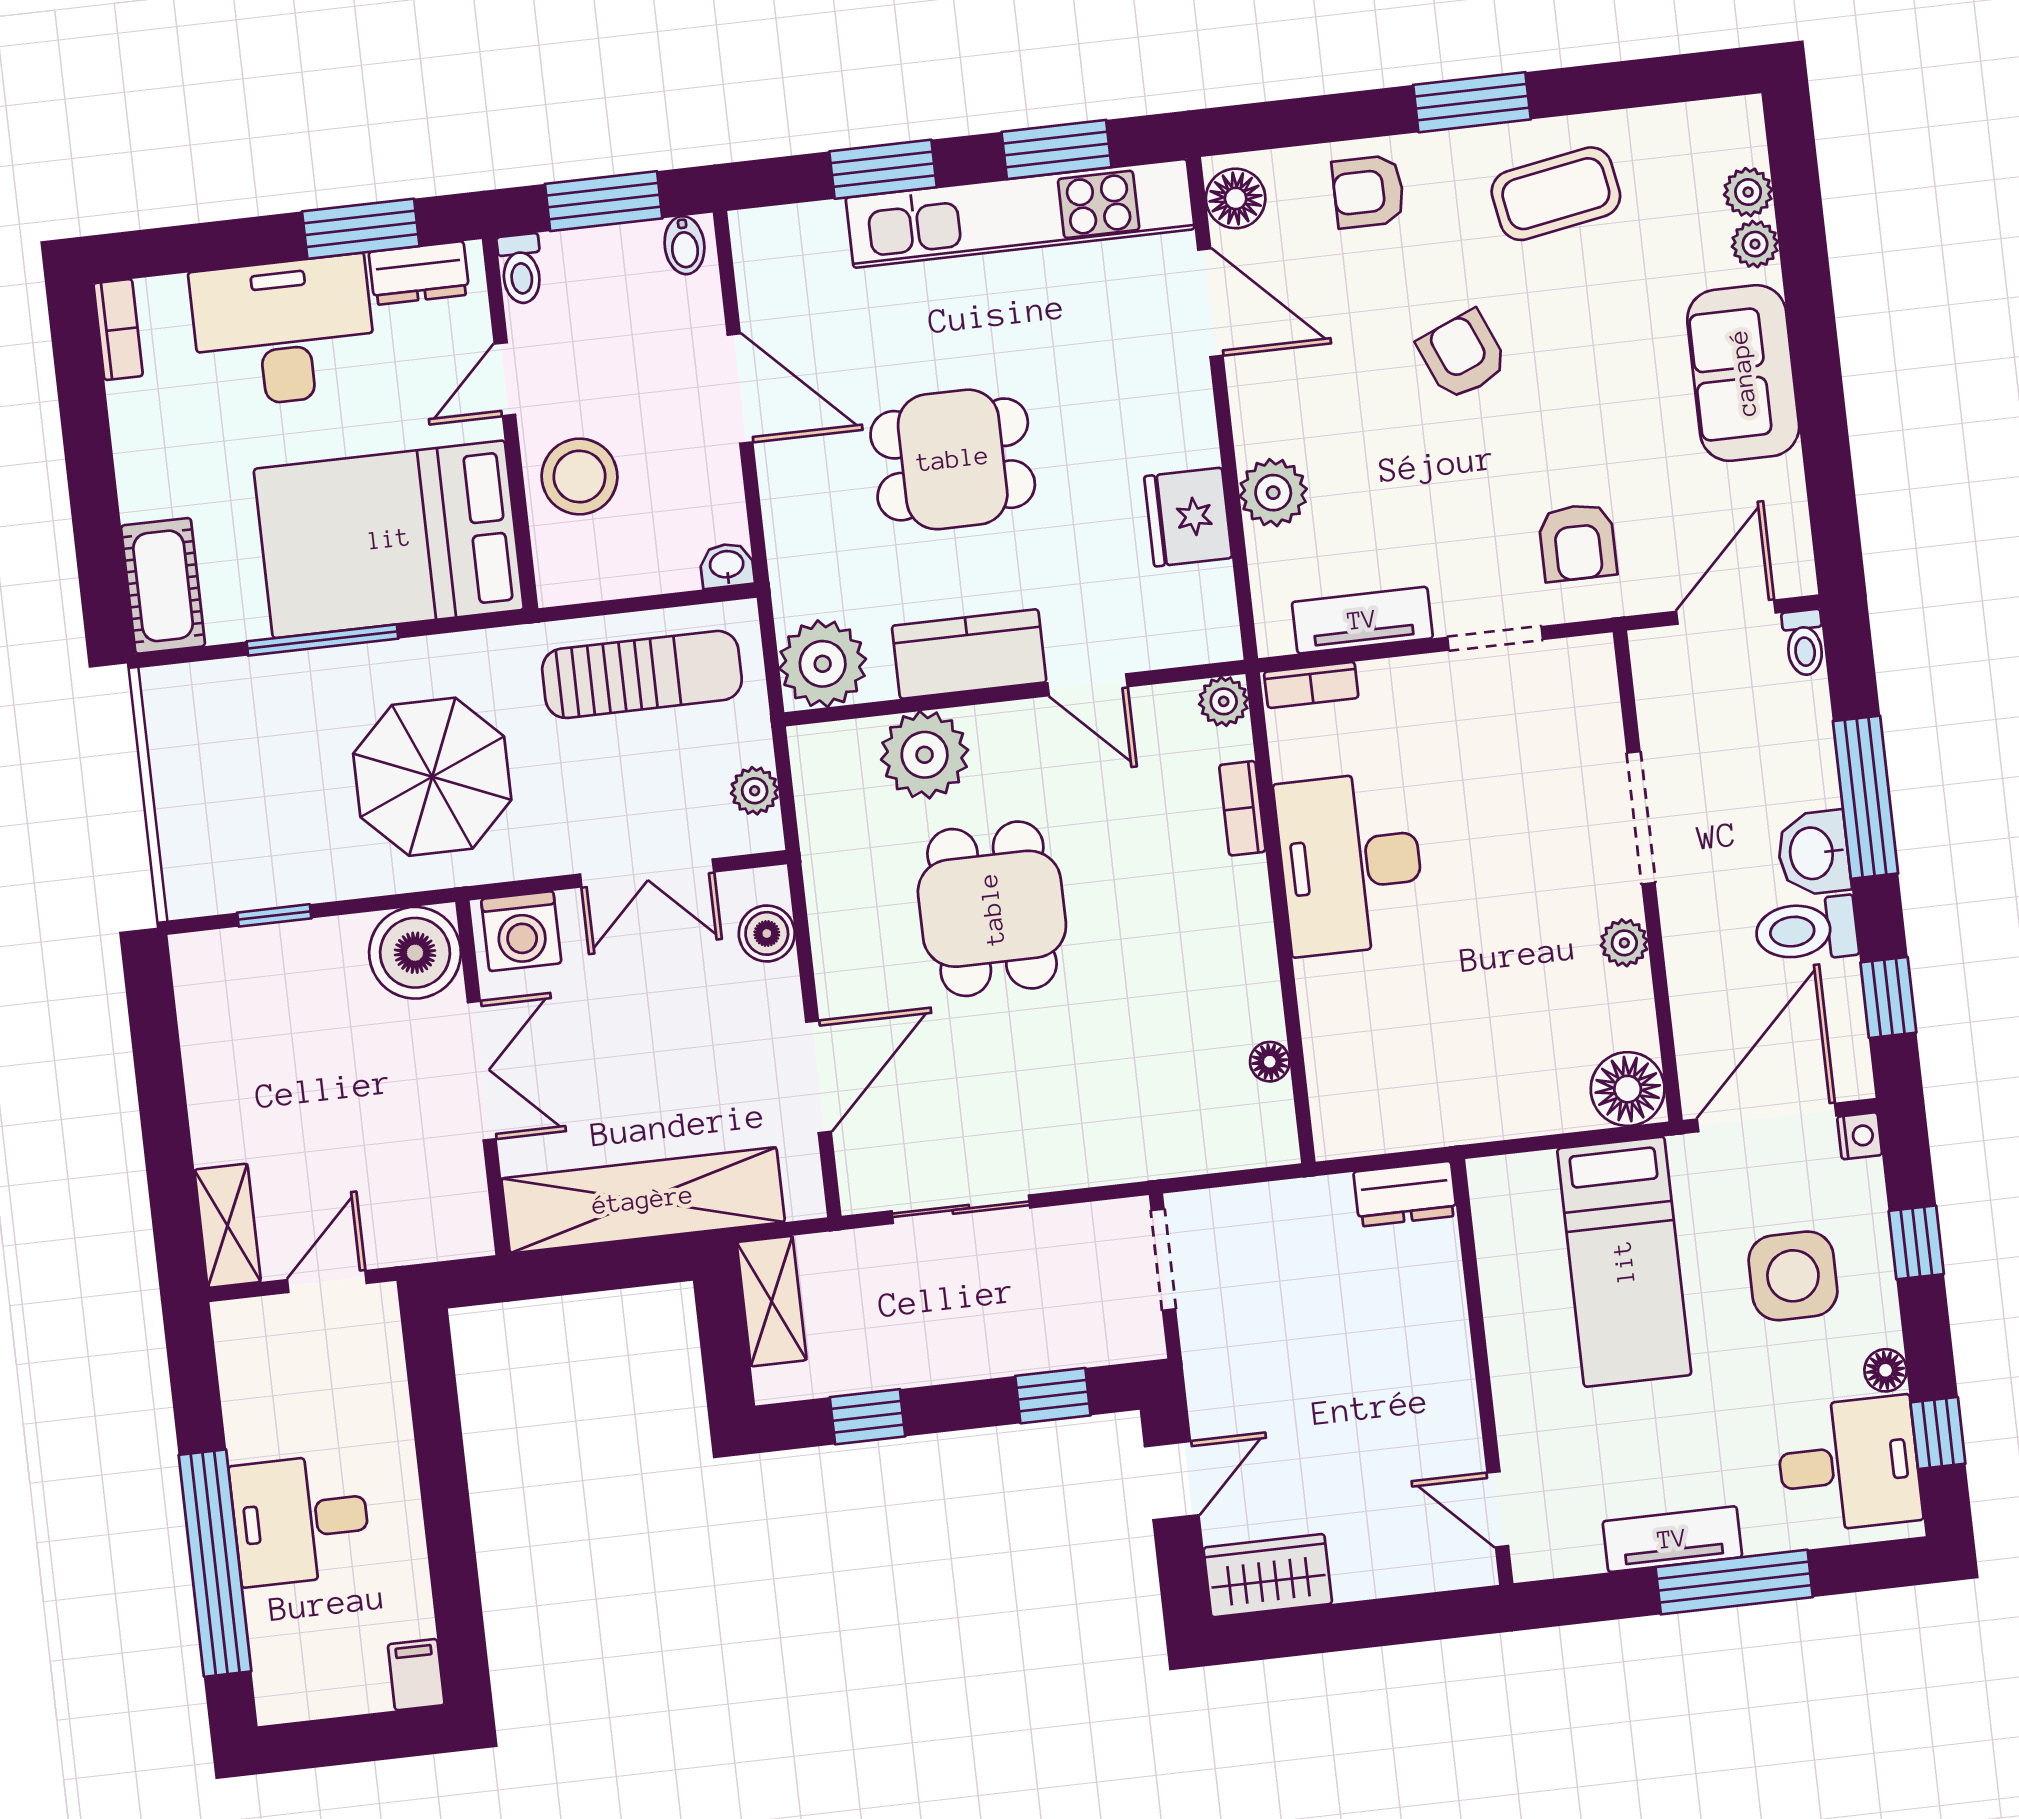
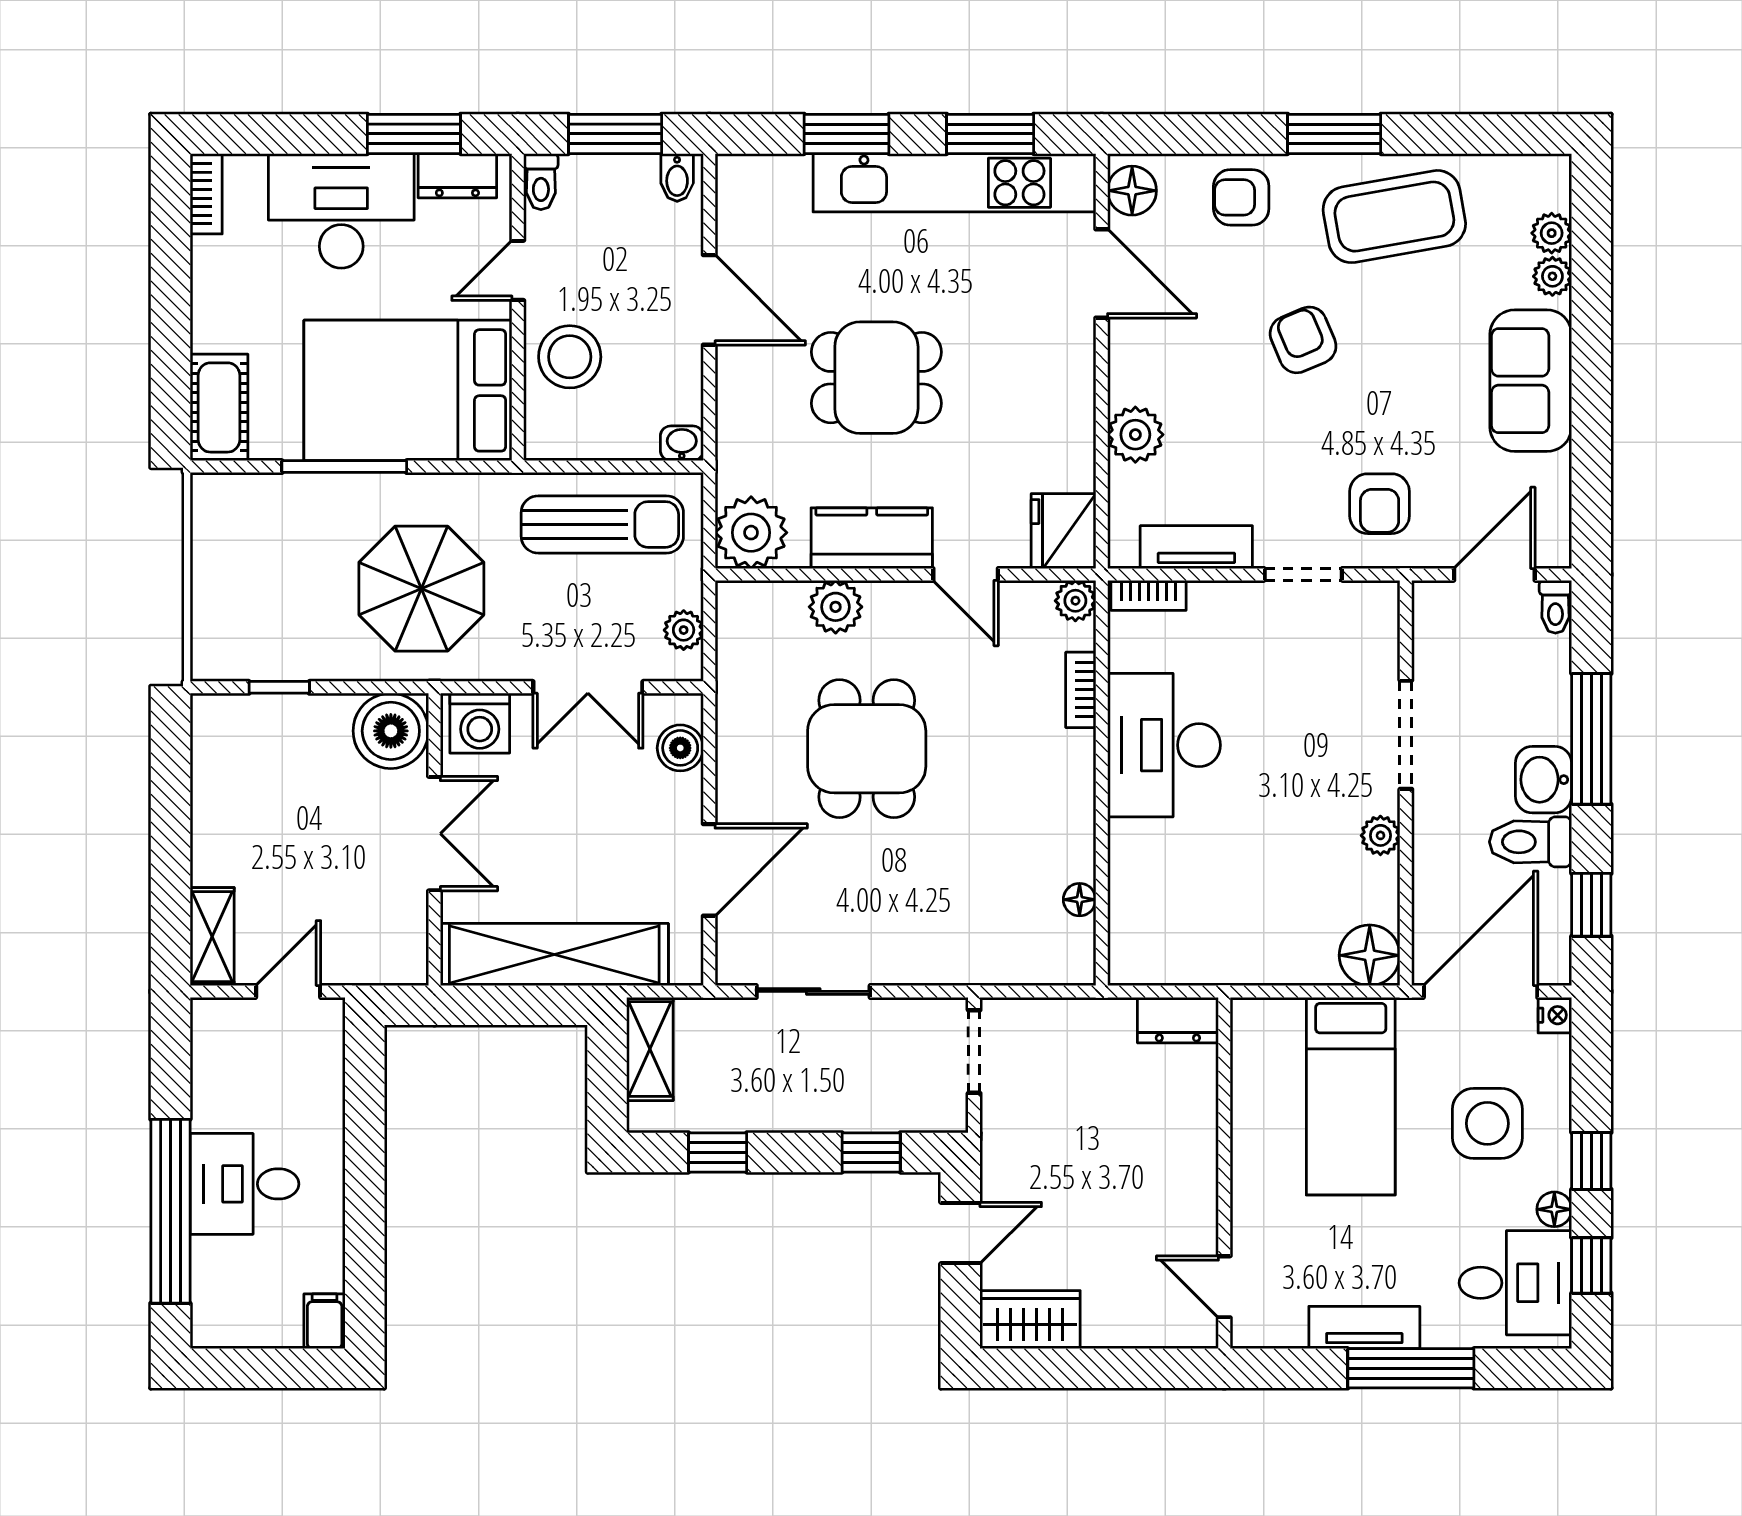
coffee table: (1556, 194) -> (1394, 217), width x1.36, depth x1.32
fridge: (1188, 517) -> (1063, 531), moved
plant: (925, 755) -> (836, 607), width x0.73, depth x0.73
window: (1916, 1242) -> (1591, 1161), moved

